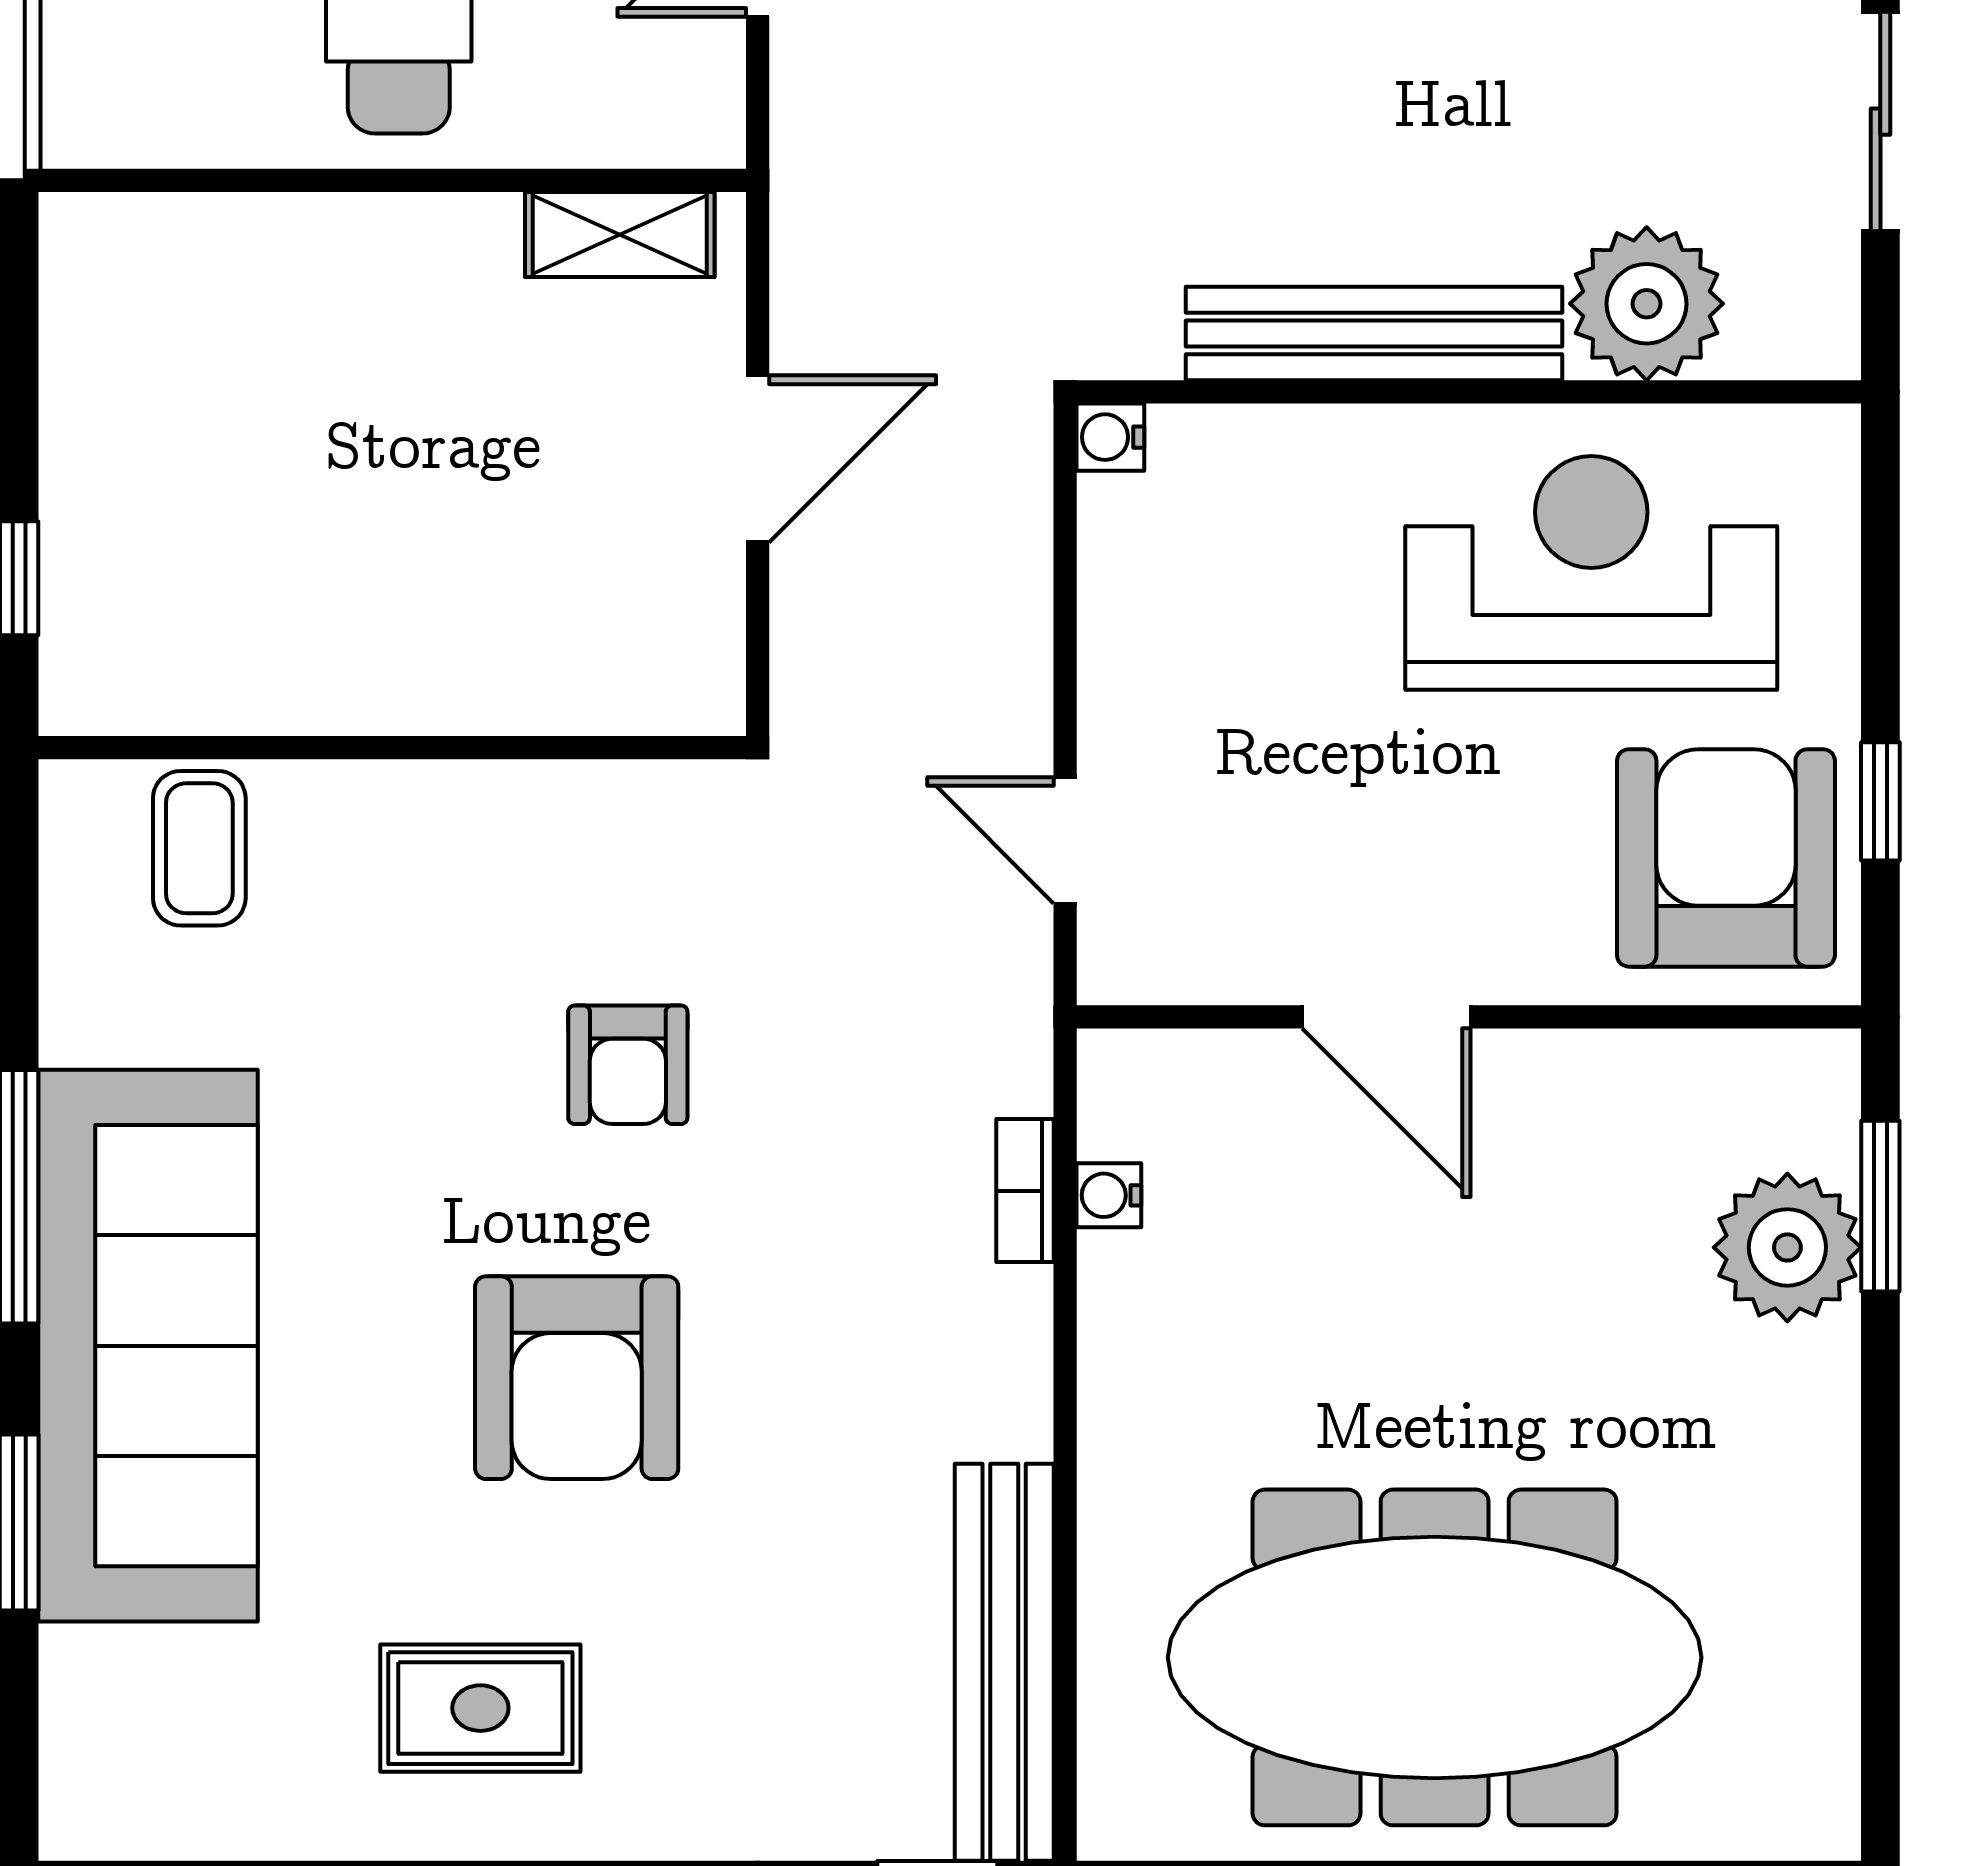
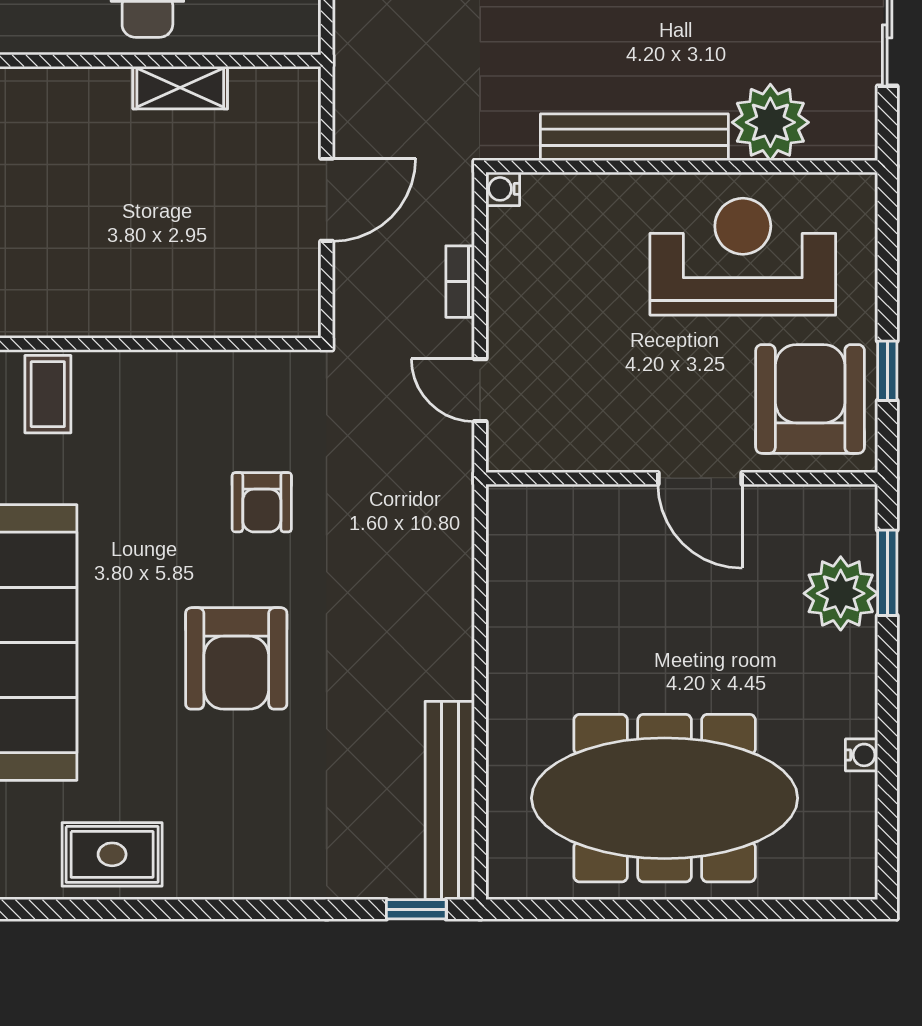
shelving: (620, 235) -> (180, 88), moved
door: (1386, 1017) -> (700, 478), moved
bookcase: (1025, 1191) -> (460, 282), moved
water cooler: (1109, 1195) -> (862, 755), moved, turned 180
rug: (480, 1708) -> (112, 854), moved

